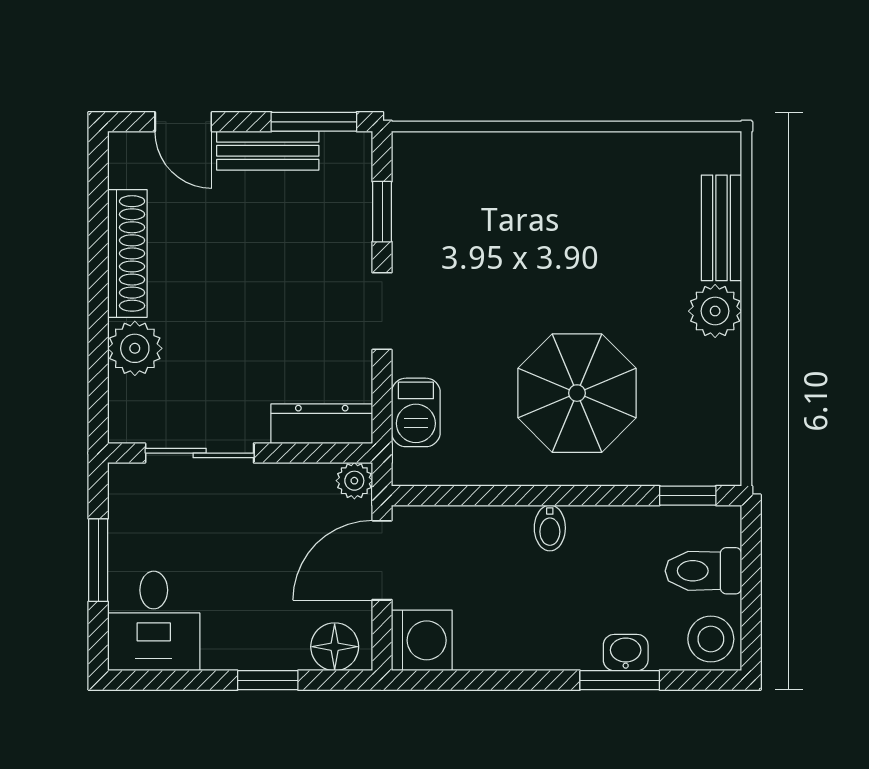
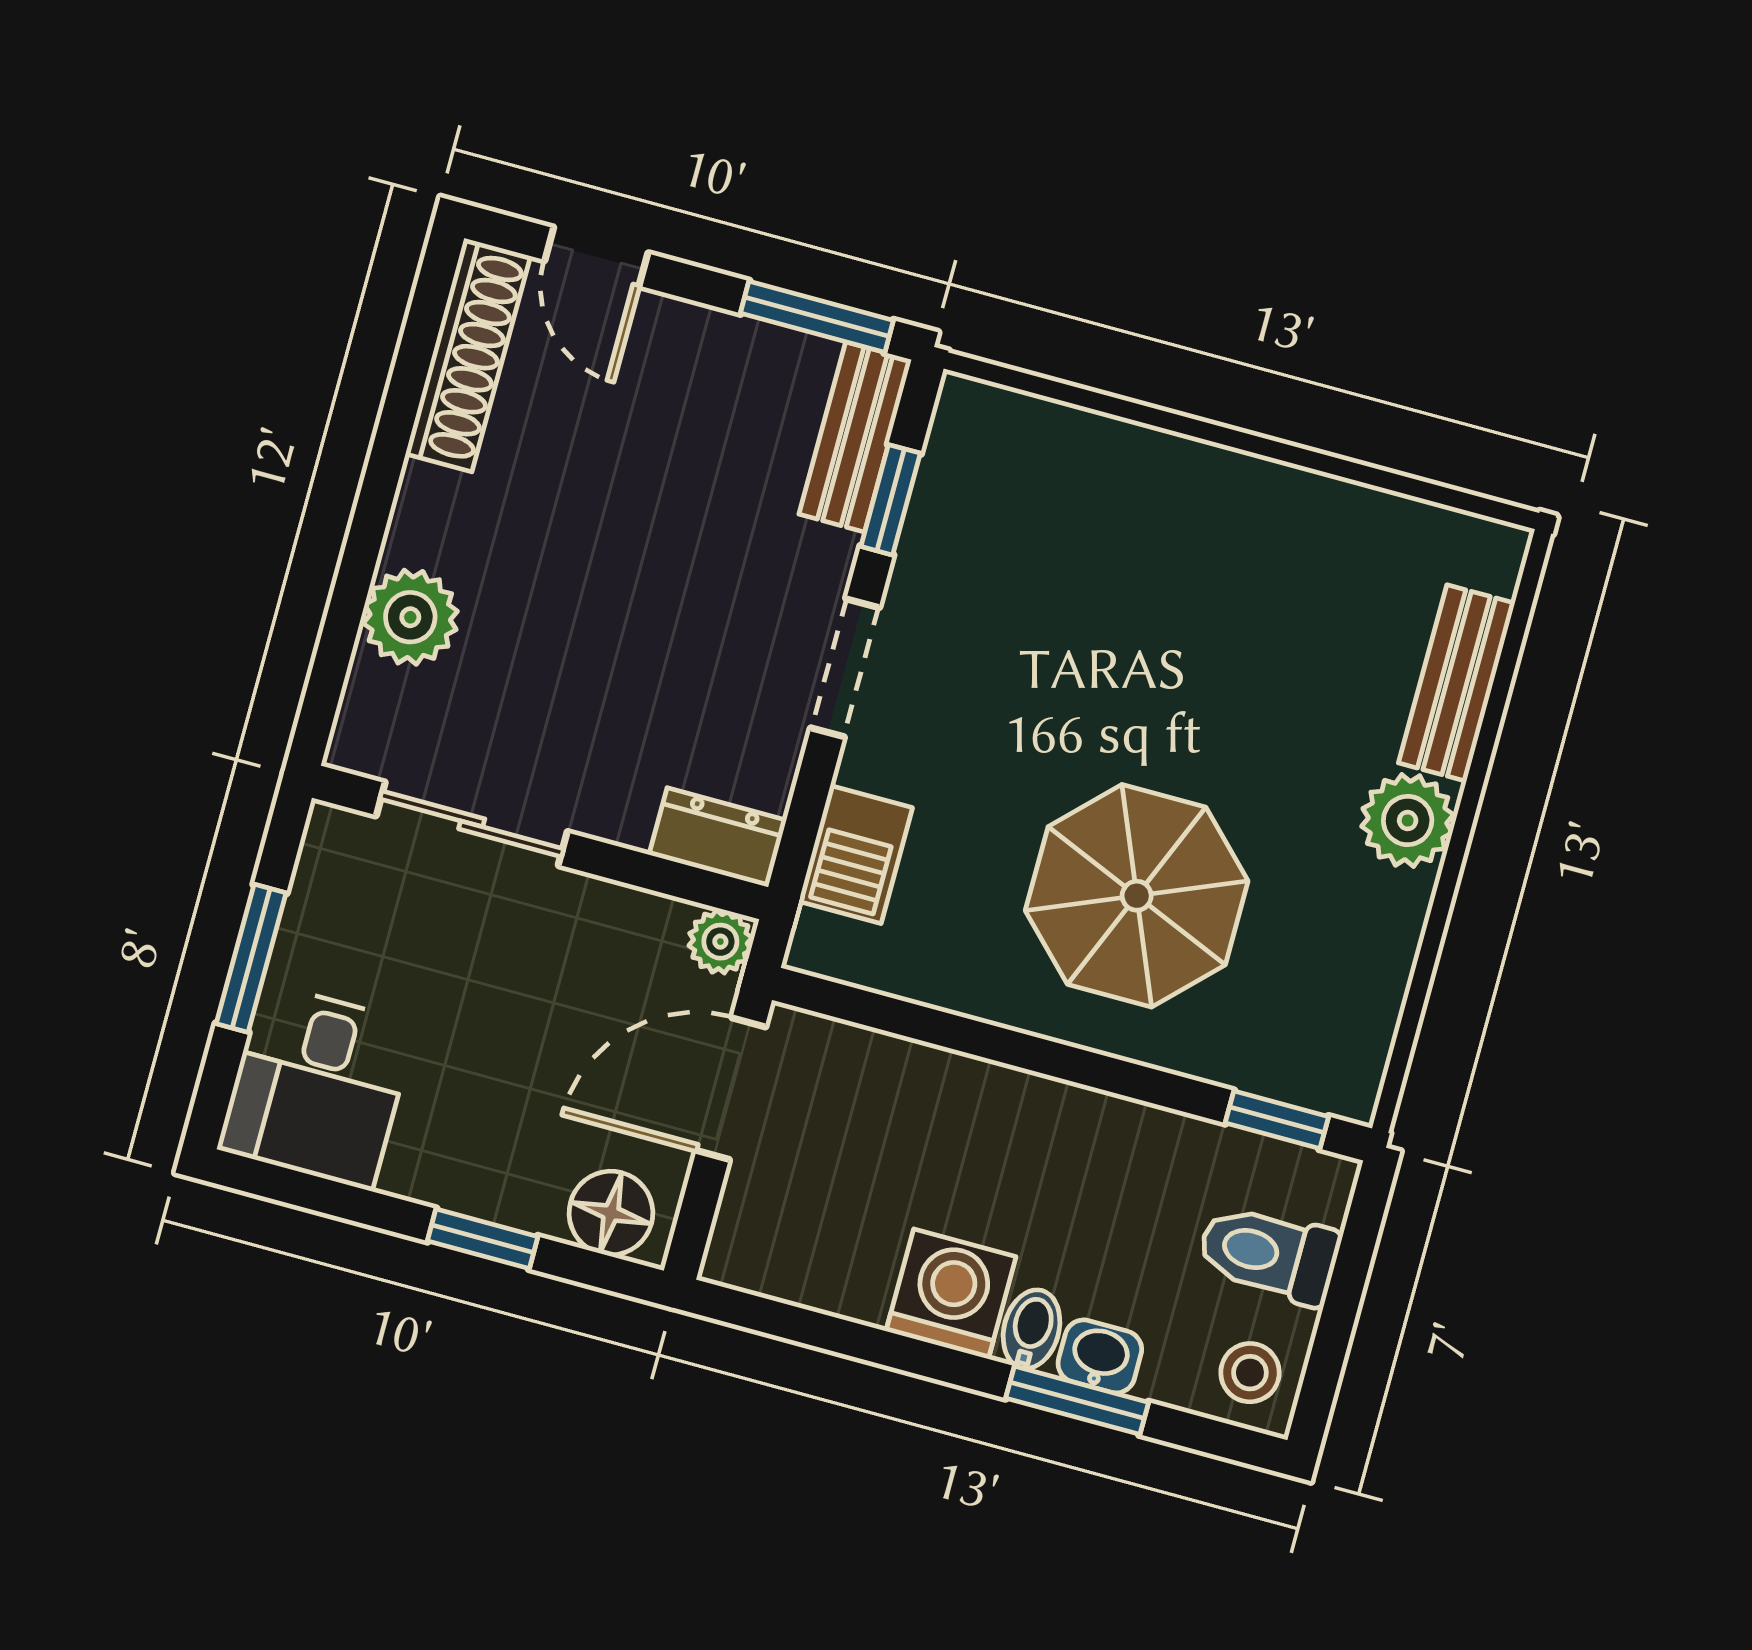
bench: (268, 151) -> (855, 437), moved, turned 90
shoe rack: (127, 253) -> (468, 355), moved
dresser: (322, 424) -> (718, 837), width x0.70
bidet: (550, 528) -> (1031, 1329), moved, turned 180
stool: (711, 639) -> (1250, 1373), width x0.73, depth x0.73
washing machine: (422, 640) -> (951, 1294), moved, turned -90

